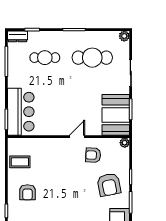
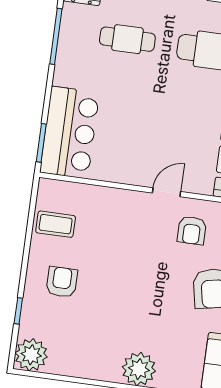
armchair: (93, 155) -> (192, 230), turned -93
armchair: (27, 192) -> (62, 282), turned 180

